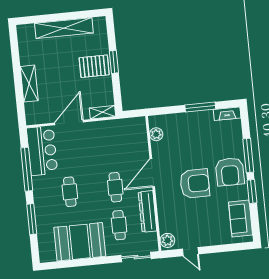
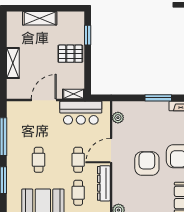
shelving: (64, 28) -> (40, 18), width x0.68
window: (114, 62) -> (88, 35), moved
bar counter: (42, 151) -> (81, 113), moved, turned 90
armchair: (195, 184) -> (147, 163), turned -90

